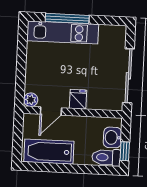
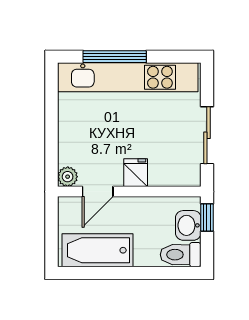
kitchen unit: (63, 32) -> (128, 77), width x1.36
sliding door: (128, 76) -> (207, 135), width x0.73
window: (125, 151) -> (207, 218), moved

